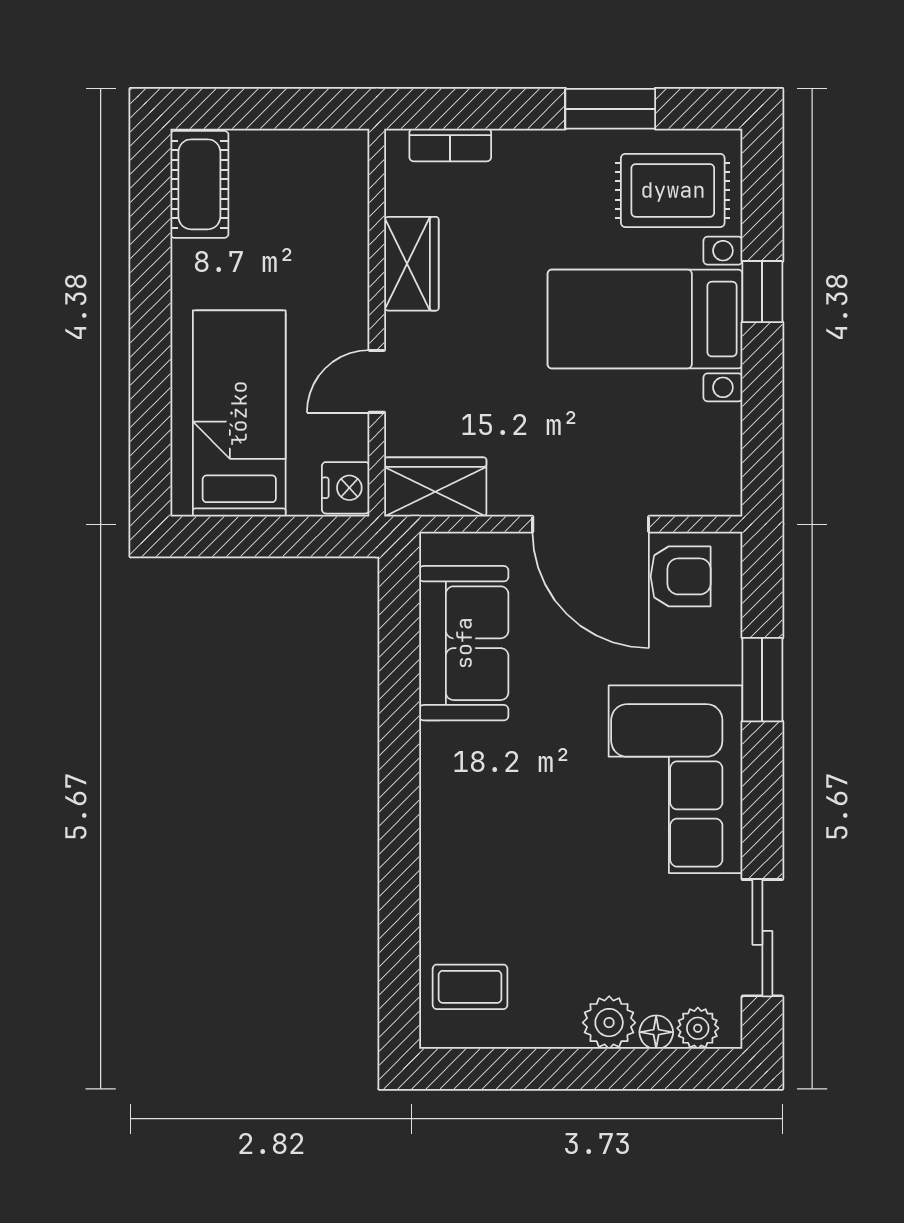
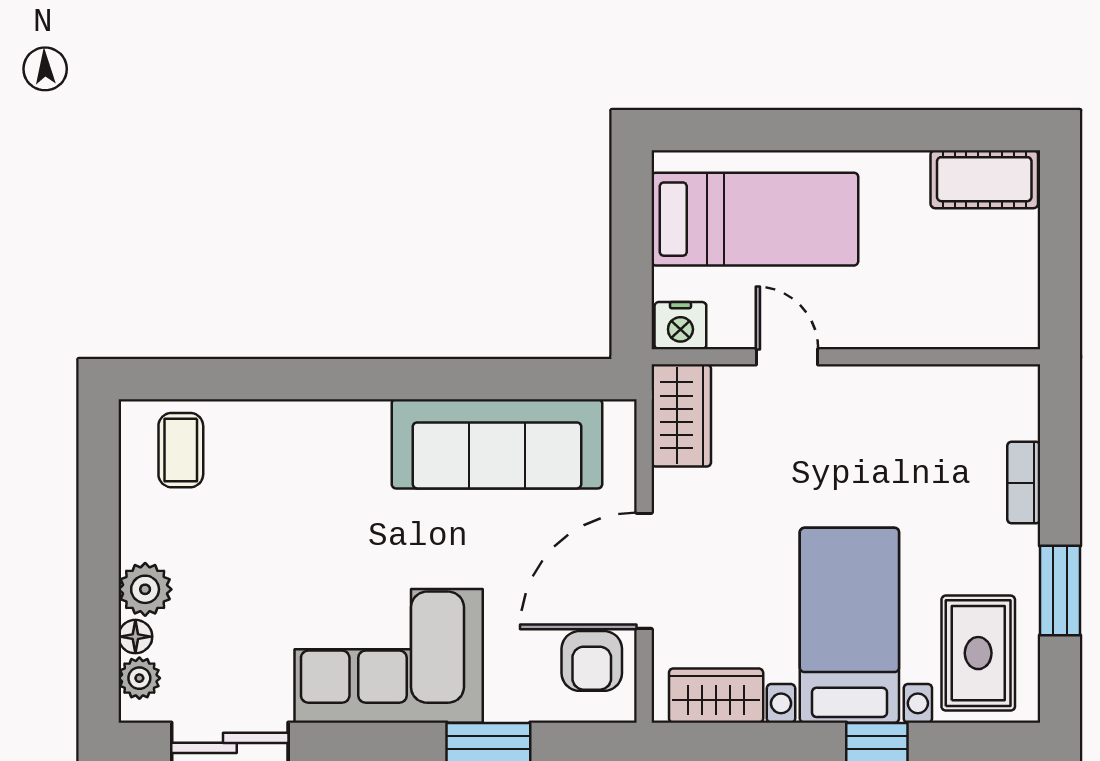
bookcase: (450, 145) -> (1024, 483), moved
wardrobe: (411, 264) -> (716, 696), moved, turned 180
sofa: (464, 643) -> (497, 444), width x1.36

